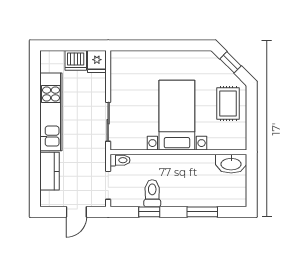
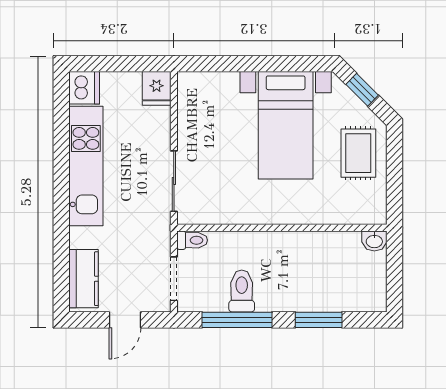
dishwasher: (76, 60) -> (84, 88), moved, turned -90
bed with nightstands: (177, 115) -> (286, 125), moved, turned 180
washbasin: (231, 164) -> (374, 241), width x0.52, depth x0.69
kitchen counter: (49, 171) -> (84, 279), moved
window: (149, 212) -> (237, 320), width x2.17

